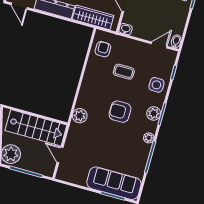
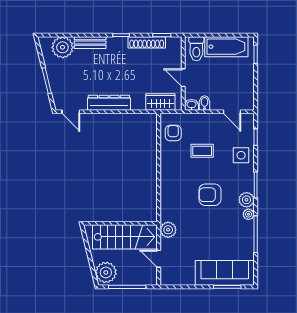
wardrobe: (93, 17) -> (160, 102), width x0.67
bidet: (176, 41) -> (205, 103), moved
door: (159, 45) -> (232, 112), swing flipped
plant: (154, 113) -> (247, 200), moved
plant: (80, 116) -> (168, 230), moved

